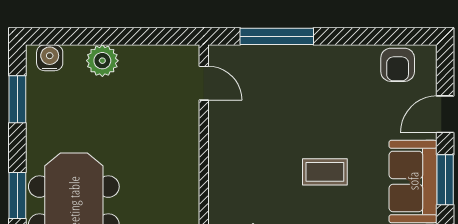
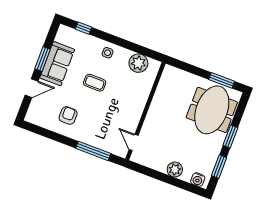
armchair: (398, 65) -> (68, 115), moved
window: (17, 196) -> (230, 136), moved

